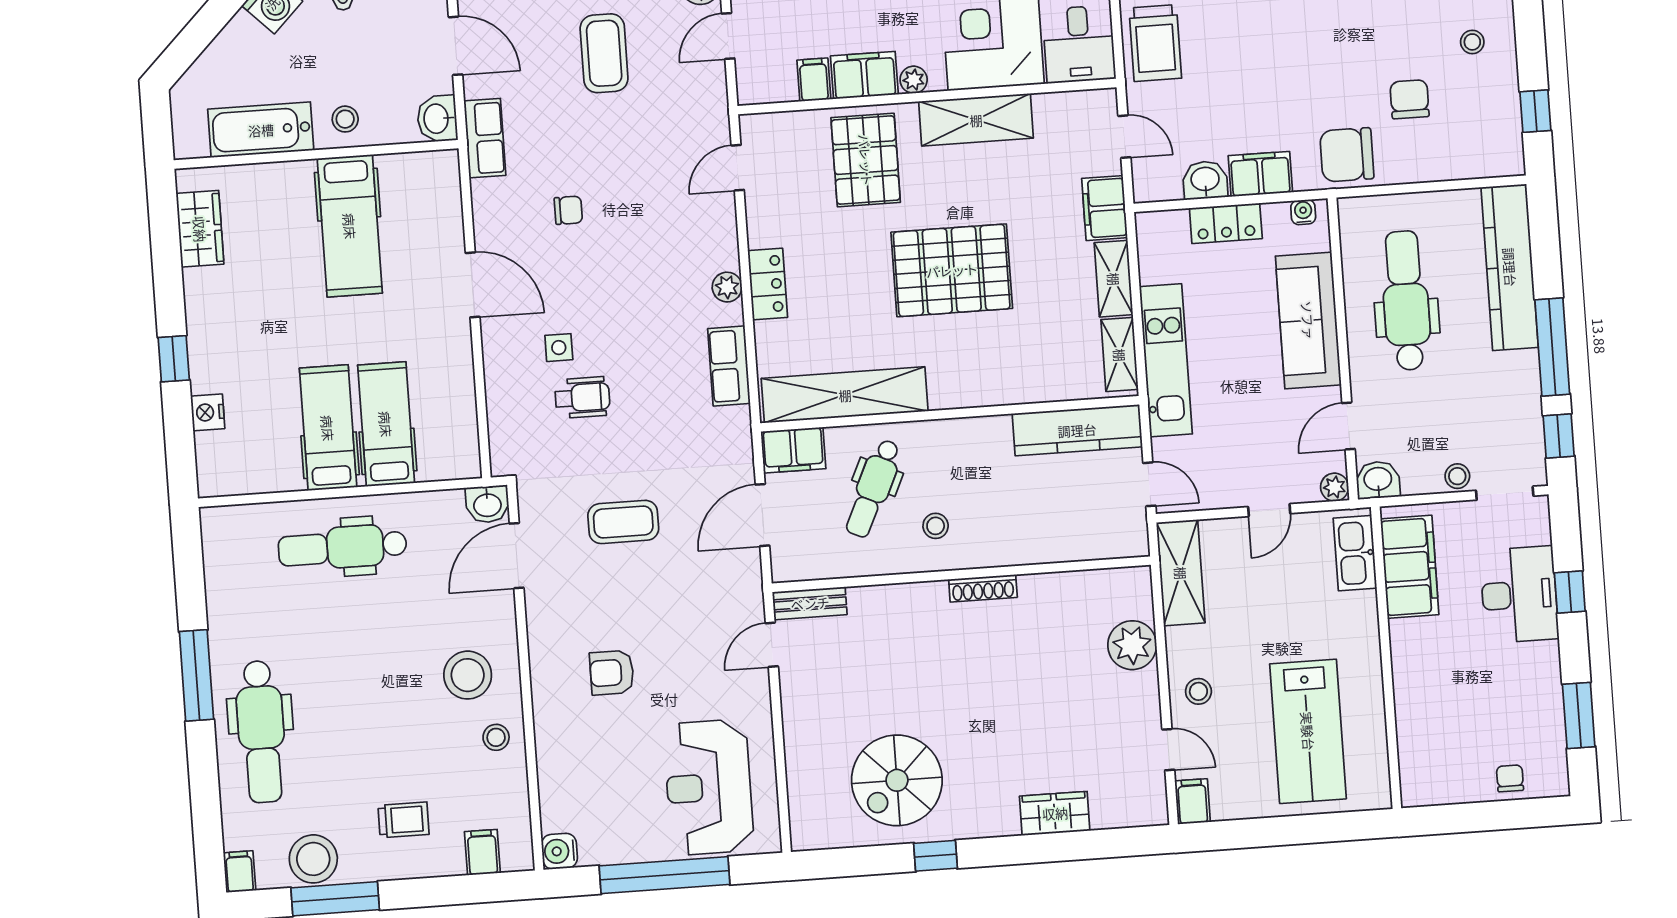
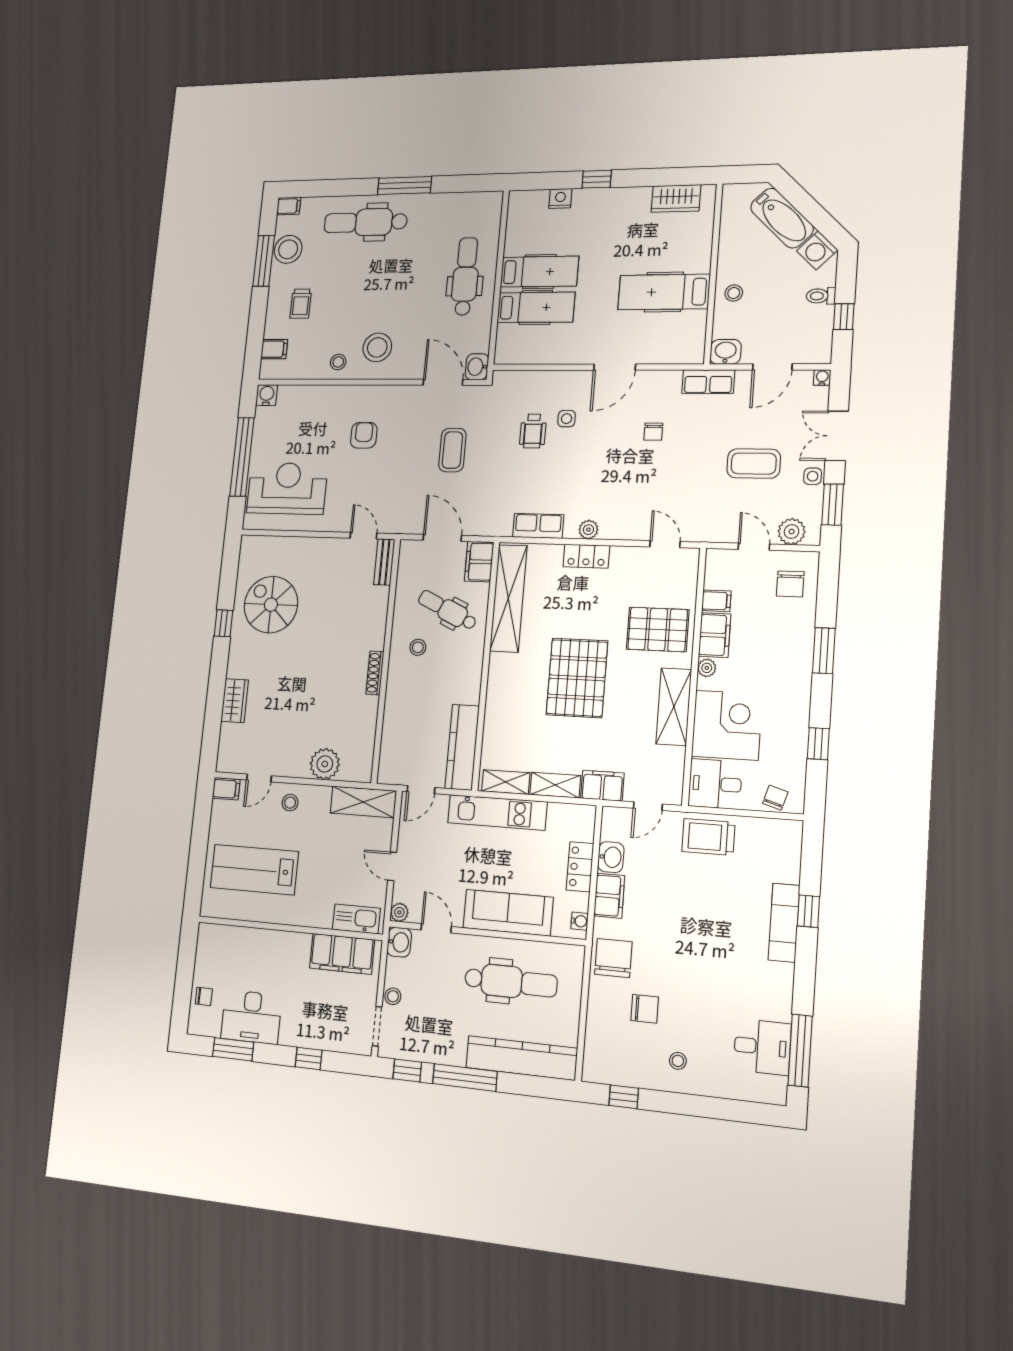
bathtub: (261, 130) -> (782, 218), moved, turned 135
desk: (1519, 595) -> (251, 1017), moved

